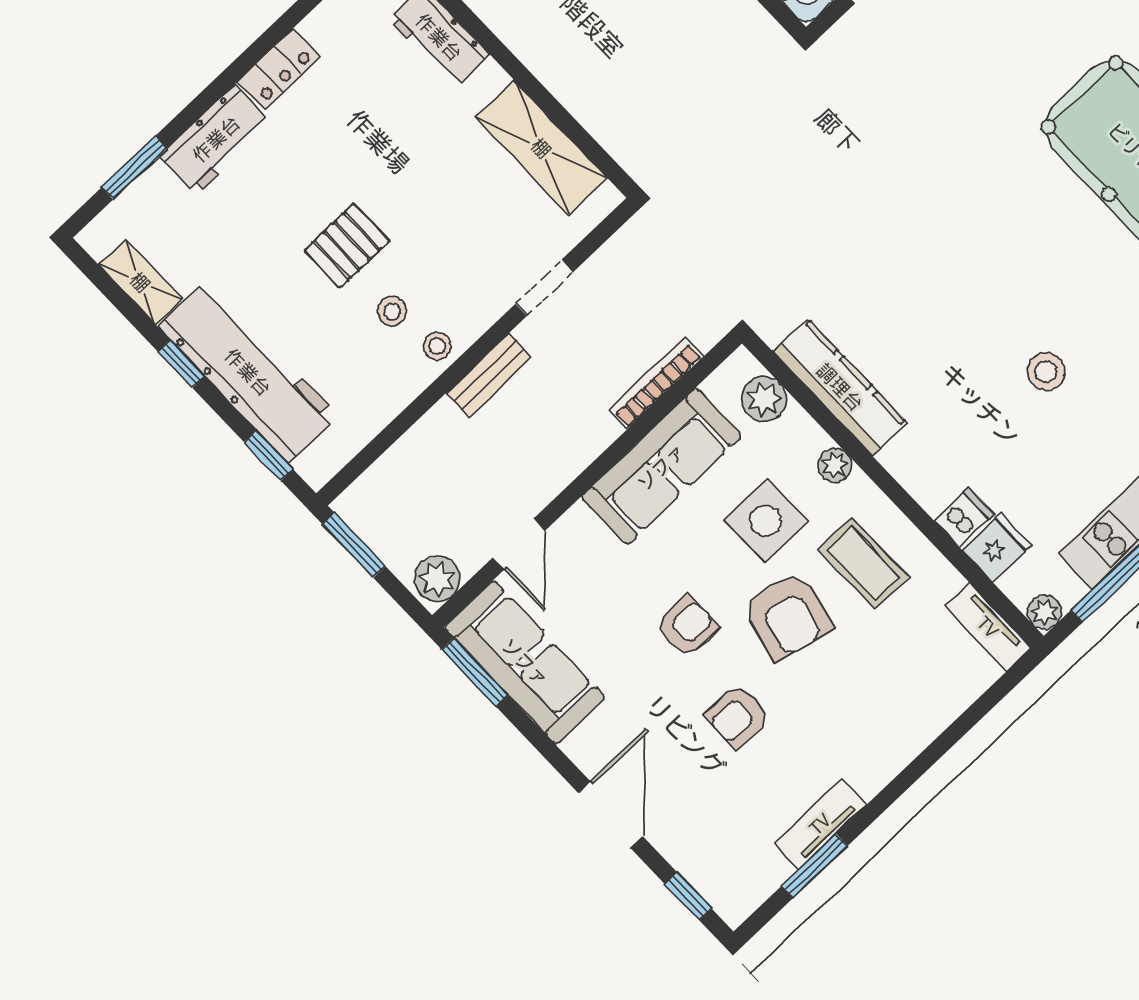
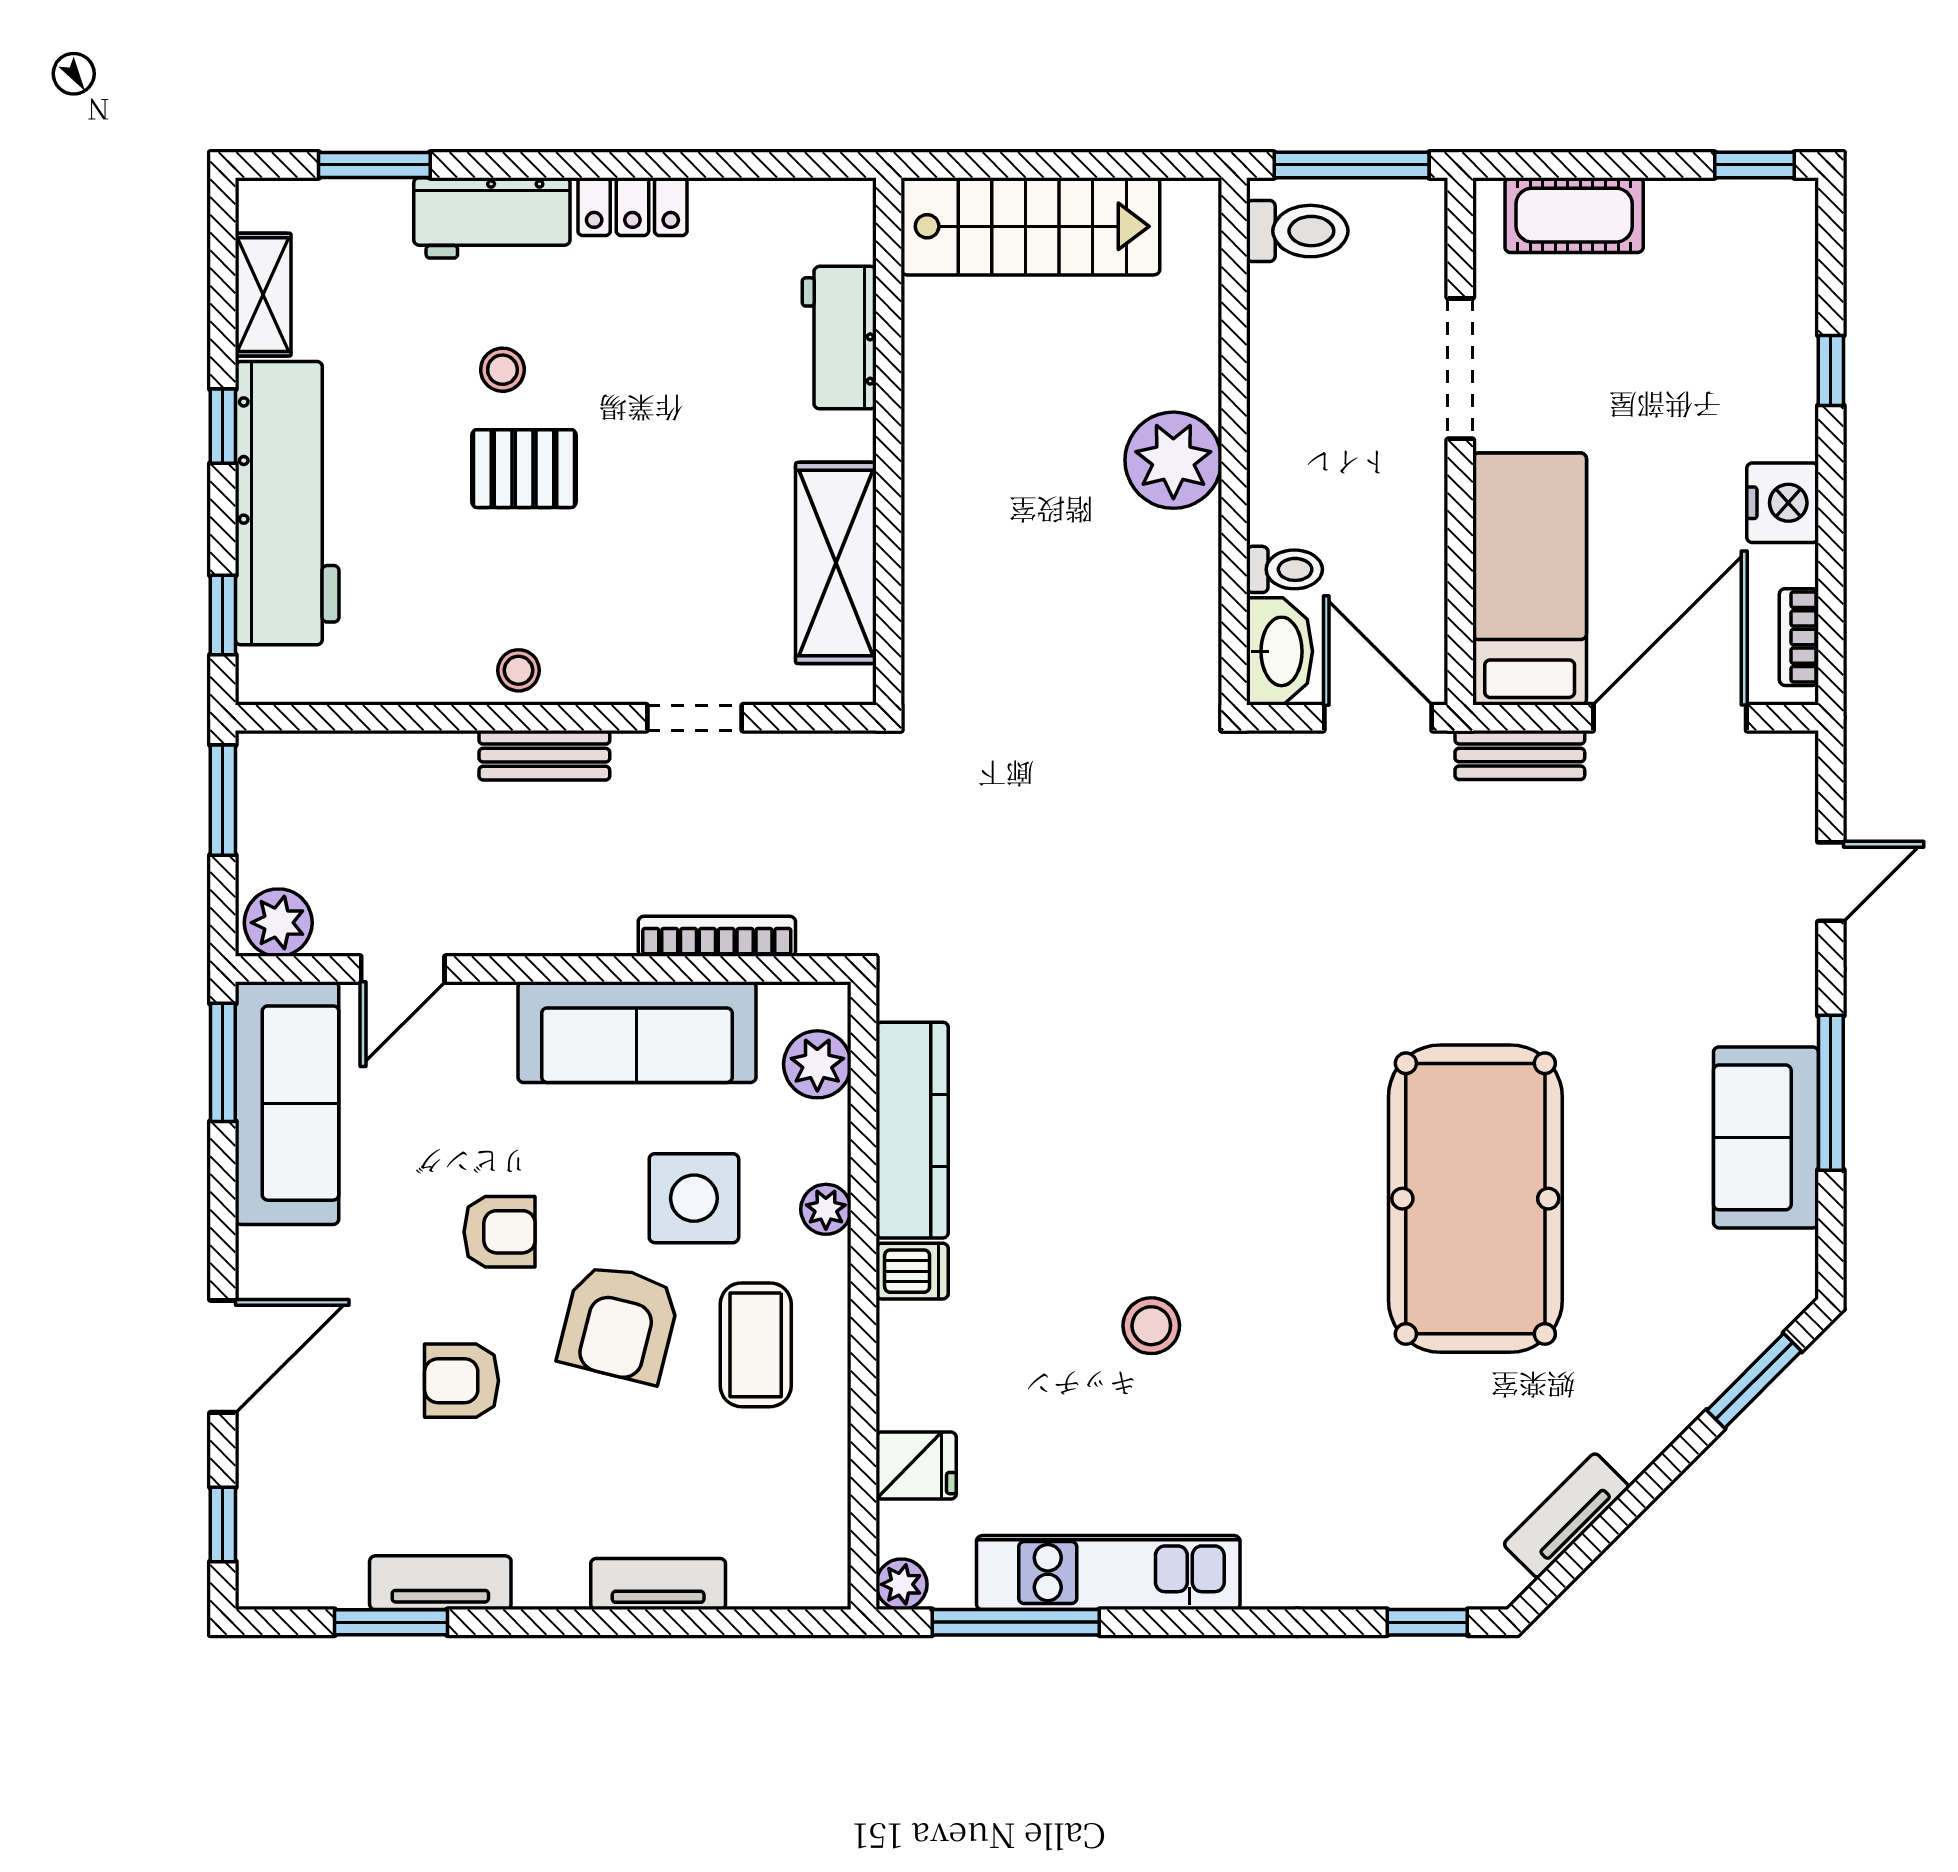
stool: (392, 311) -> (502, 370), moved
dishwasher: (964, 517) -> (912, 1271), moved
tv unit: (988, 627) -> (658, 1584), moved, turned 90

